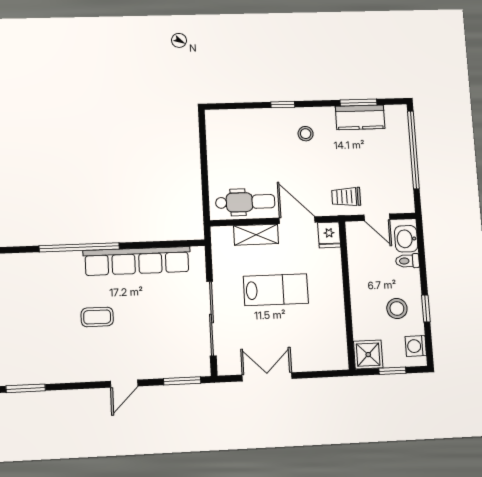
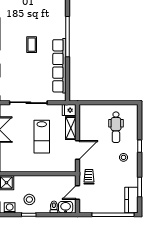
kitchen counter: (360, 117) -> (131, 200), moved
dental chair: (245, 202) -> (116, 127), moved
fridge: (329, 235) -> (69, 110), moved

